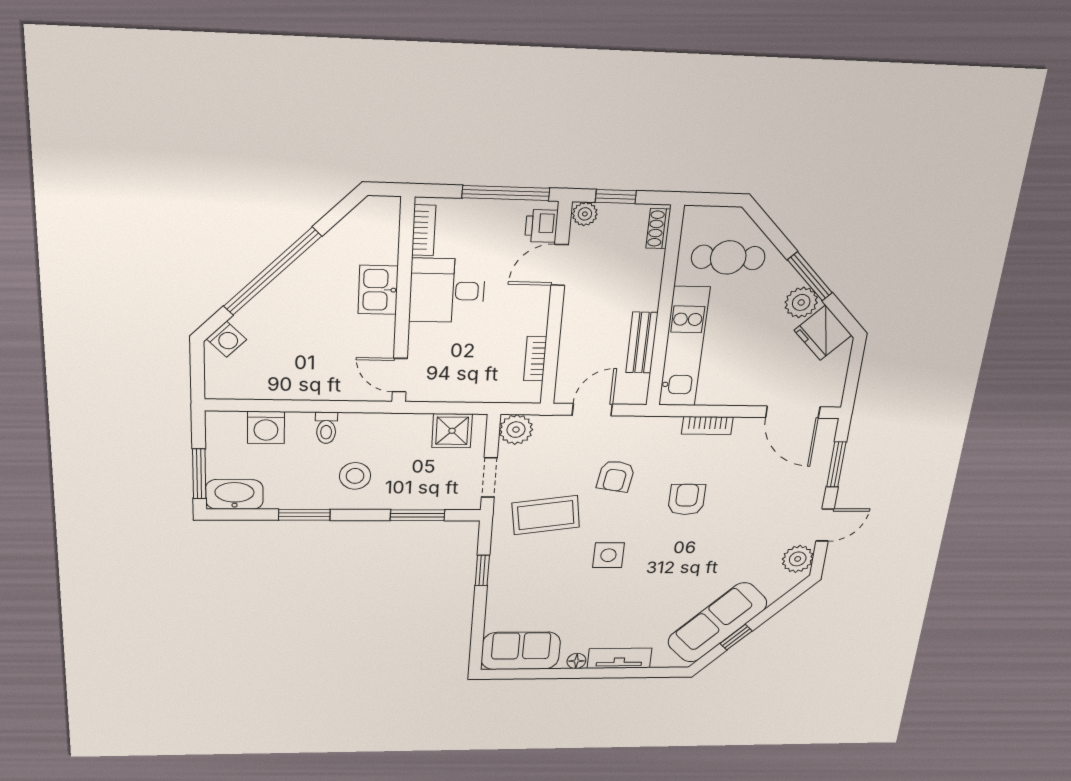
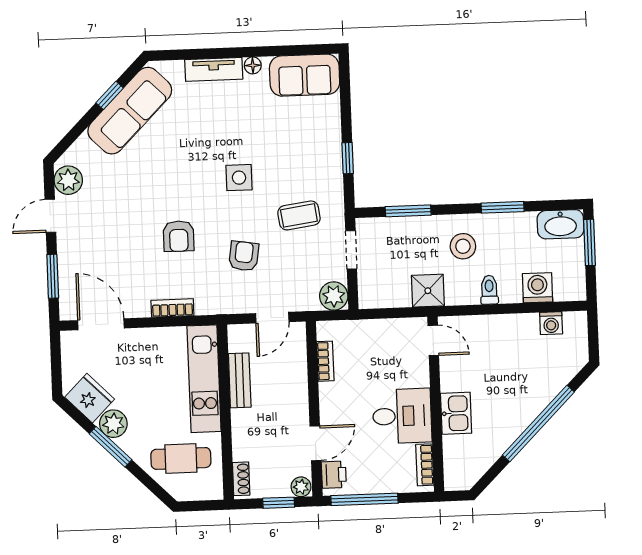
washing machine: (227, 339) -> (551, 323), moved, turned -135
shower: (452, 431) -> (428, 291), moved
coffee table: (546, 515) -> (299, 215), width x0.73, depth x0.77

